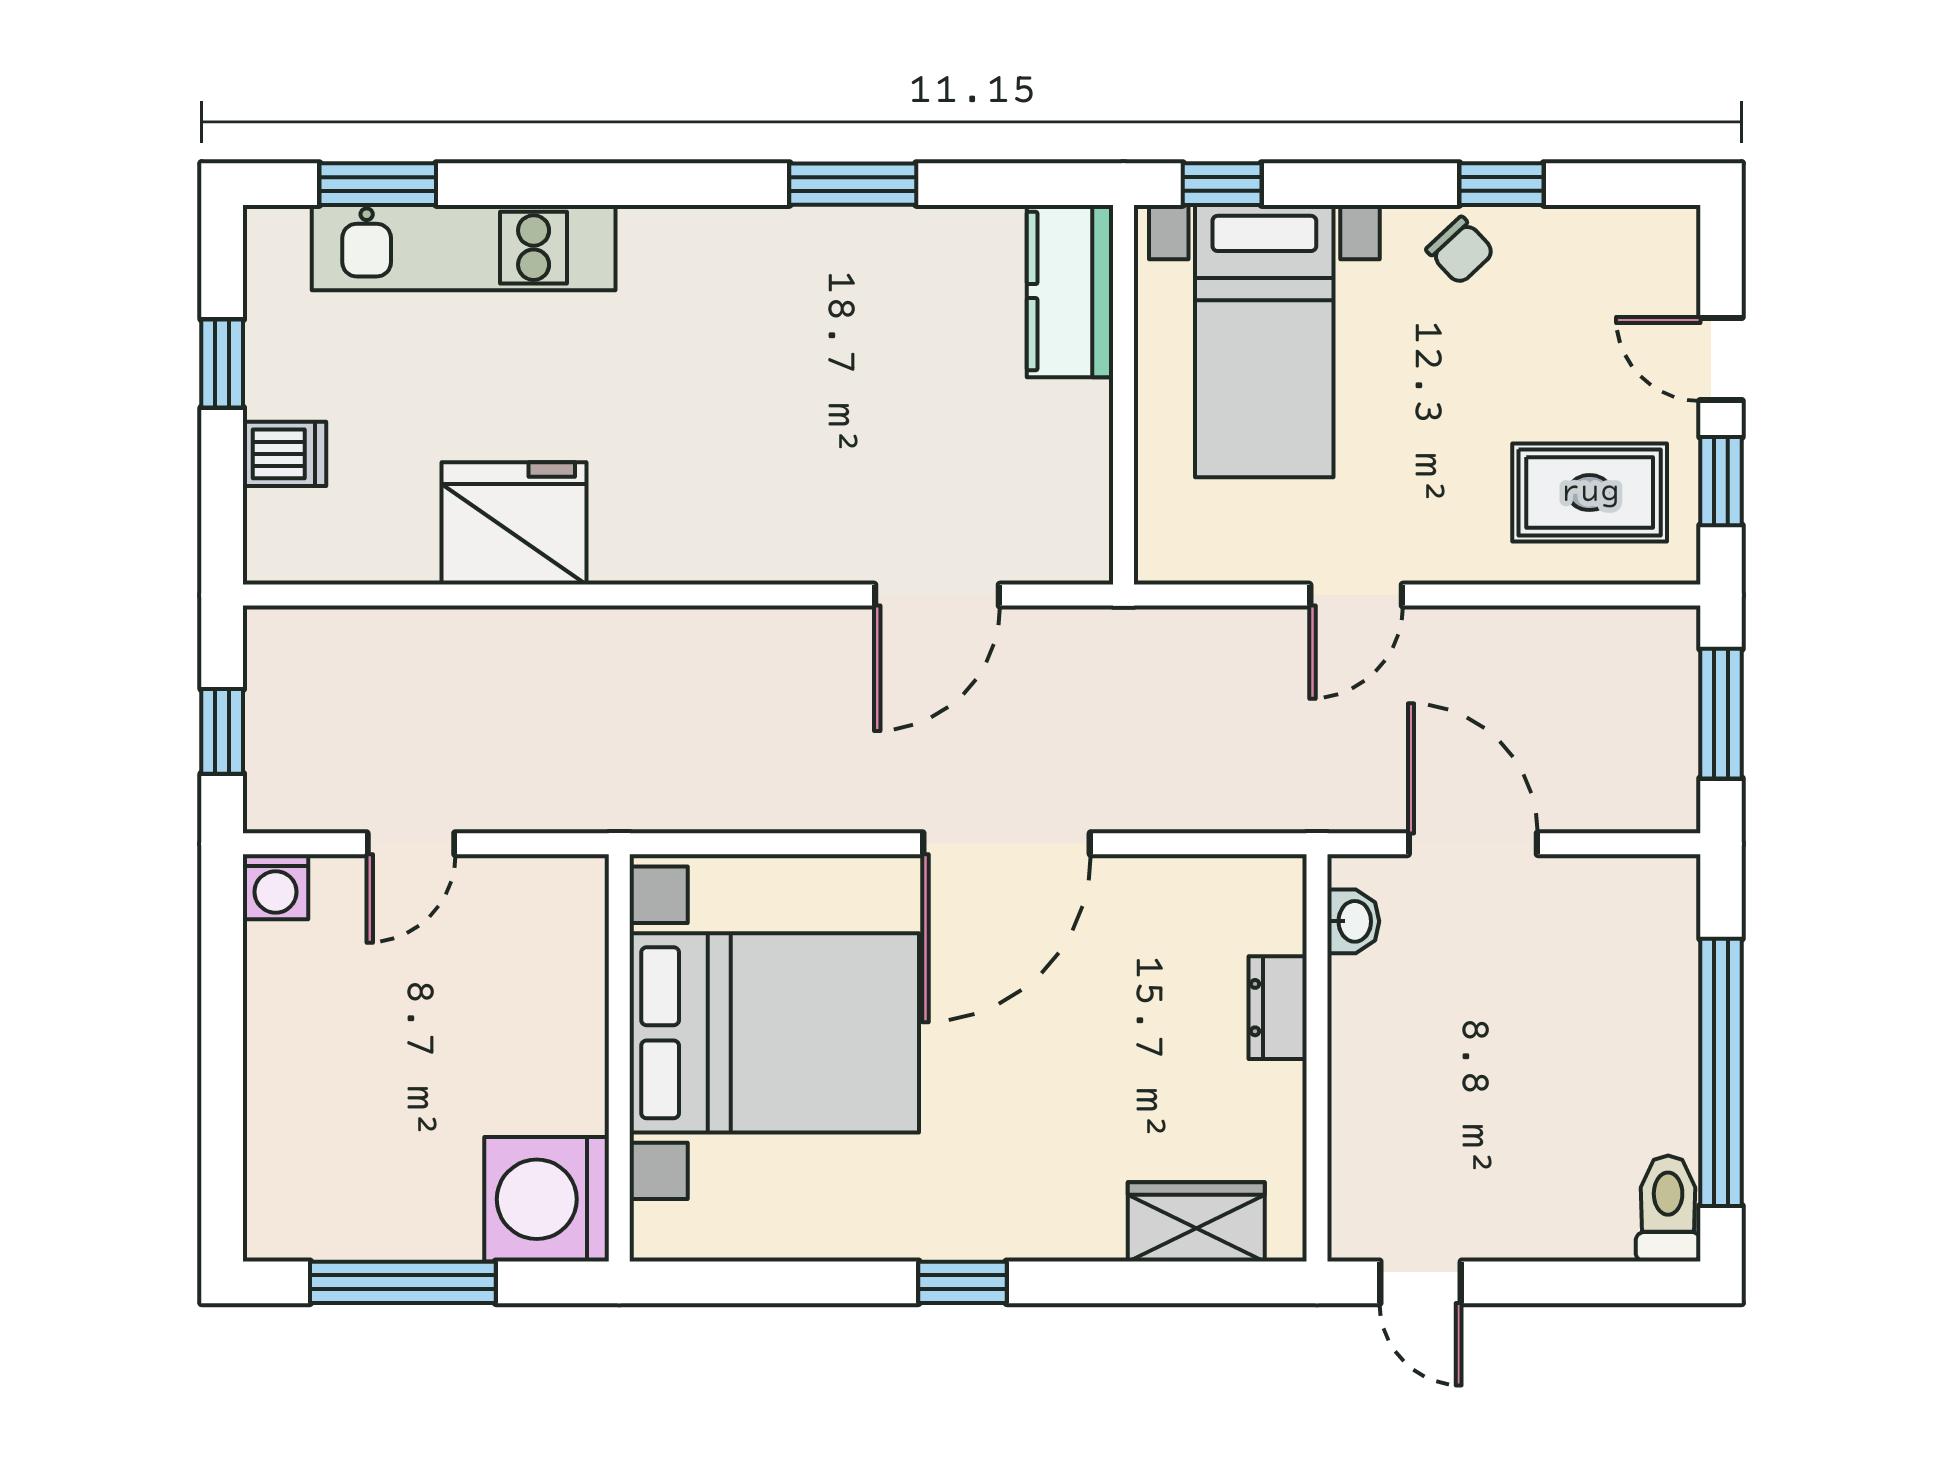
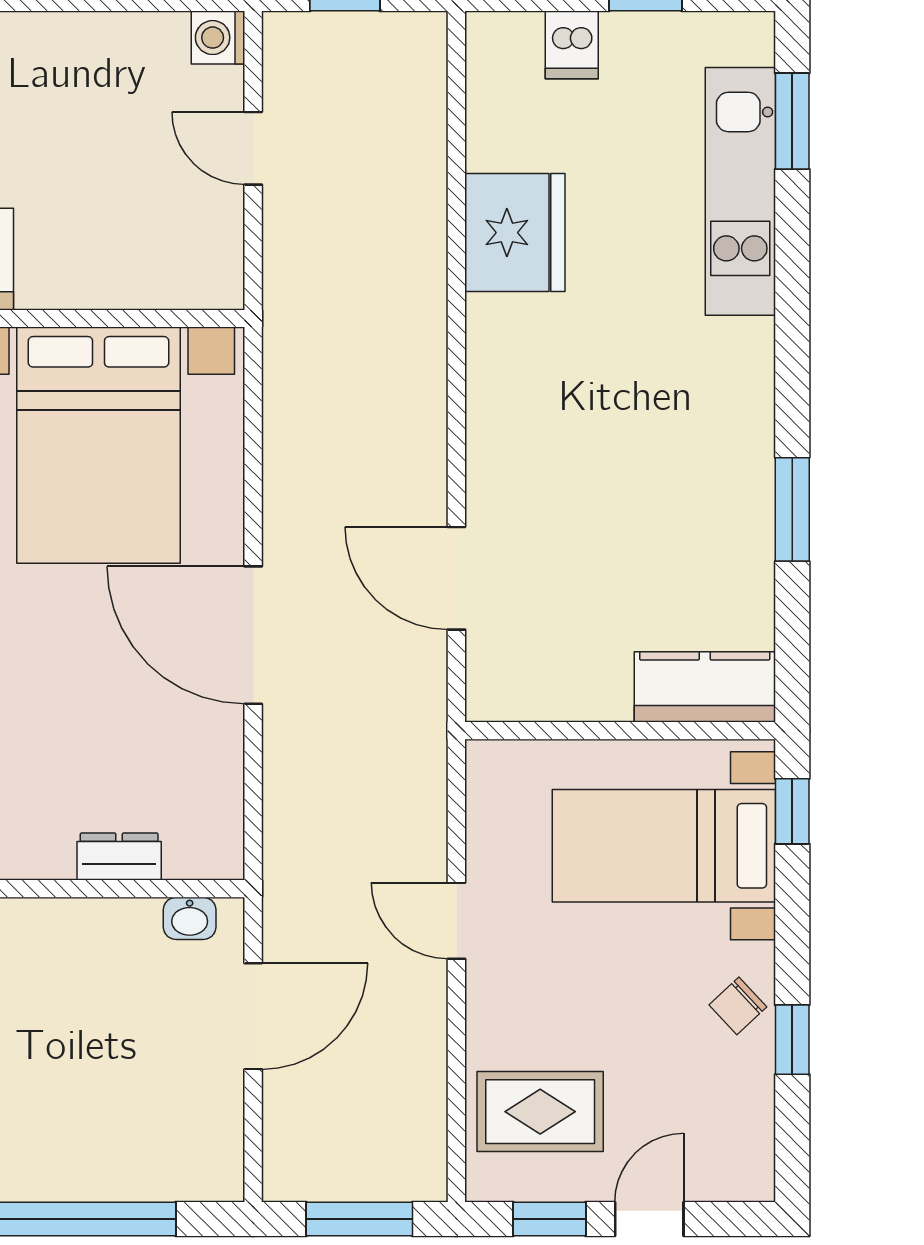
rug: (1590, 493) -> (540, 1112), turned 90

